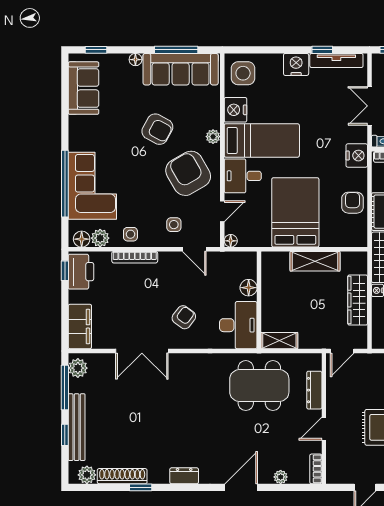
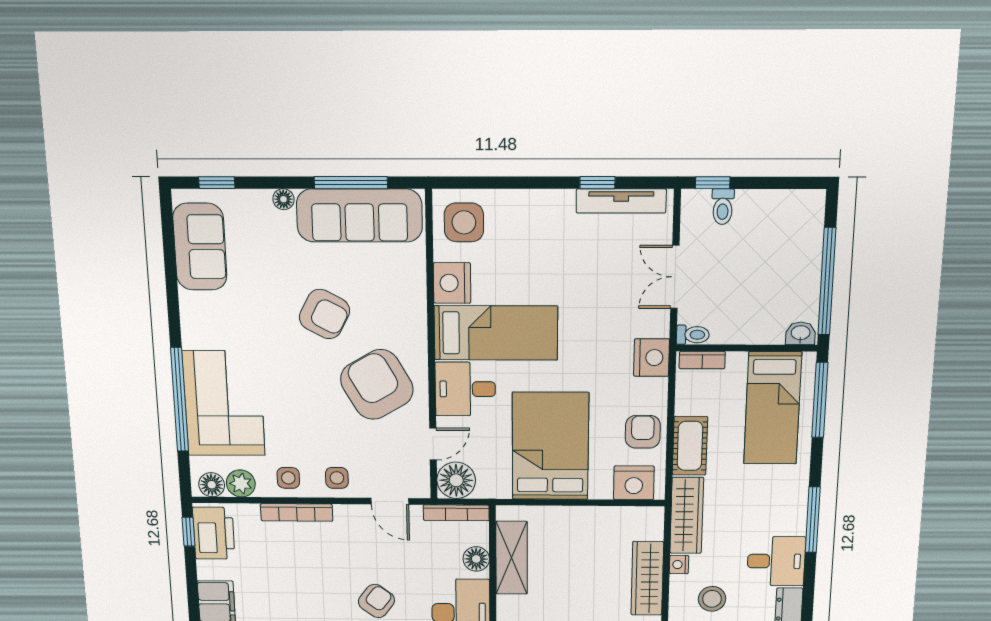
nightstand: (296, 64) -> (634, 483), moved, turned 180
plant: (213, 137) -> (416, 326), removed
side table: (174, 225) -> (337, 478), moved
floor lamp: (231, 241) -> (456, 480), width x1.89, depth x1.89
bookcase: (236, 257) -> (456, 513), added
shelving: (315, 261) -> (512, 558), moved, turned 90

